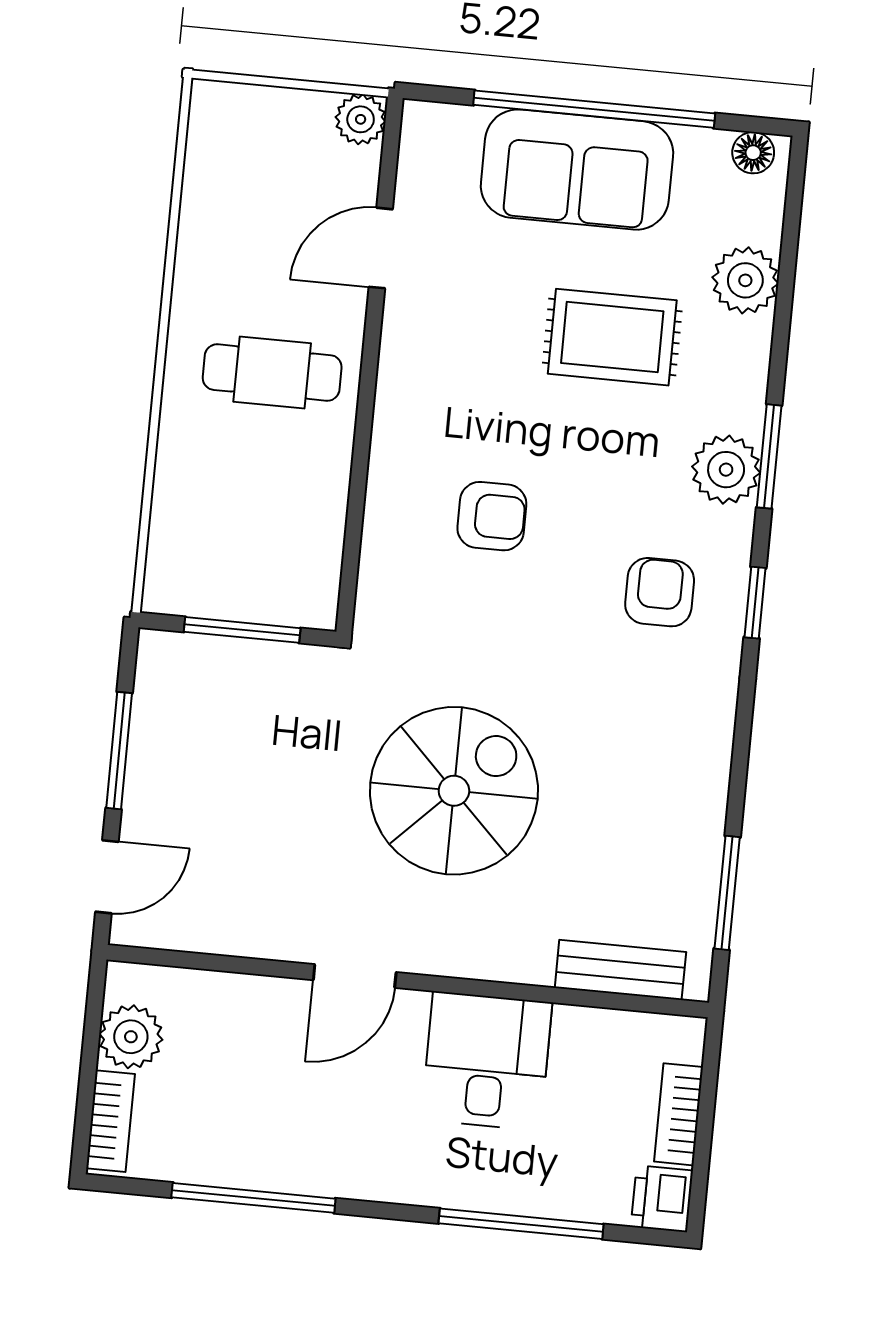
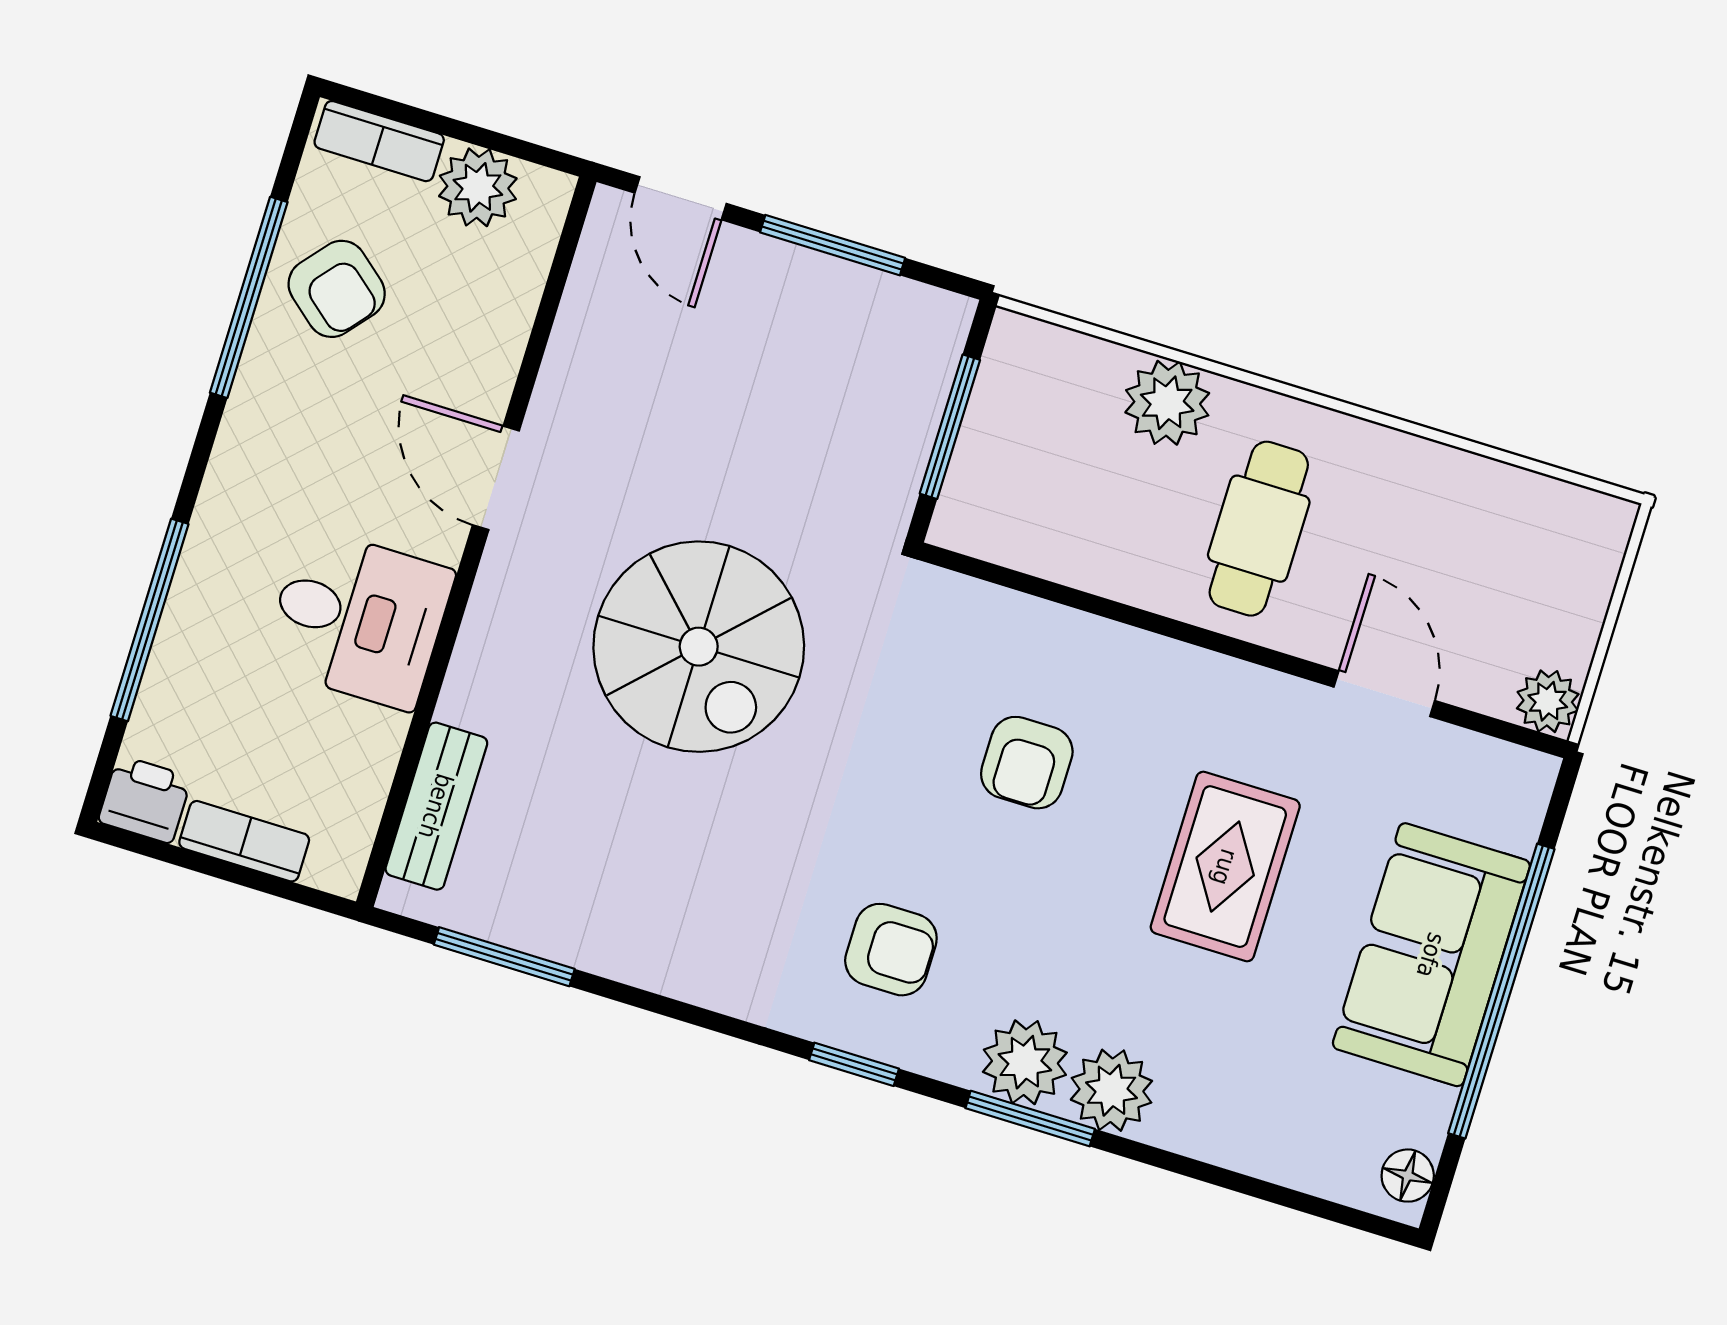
plant: (745, 280) -> (1111, 1090), moved
rug: (612, 337) -> (1225, 867), moved
plant: (189, 464) -> (1167, 403), added
armchair: (233, 1131) -> (337, 289), added

